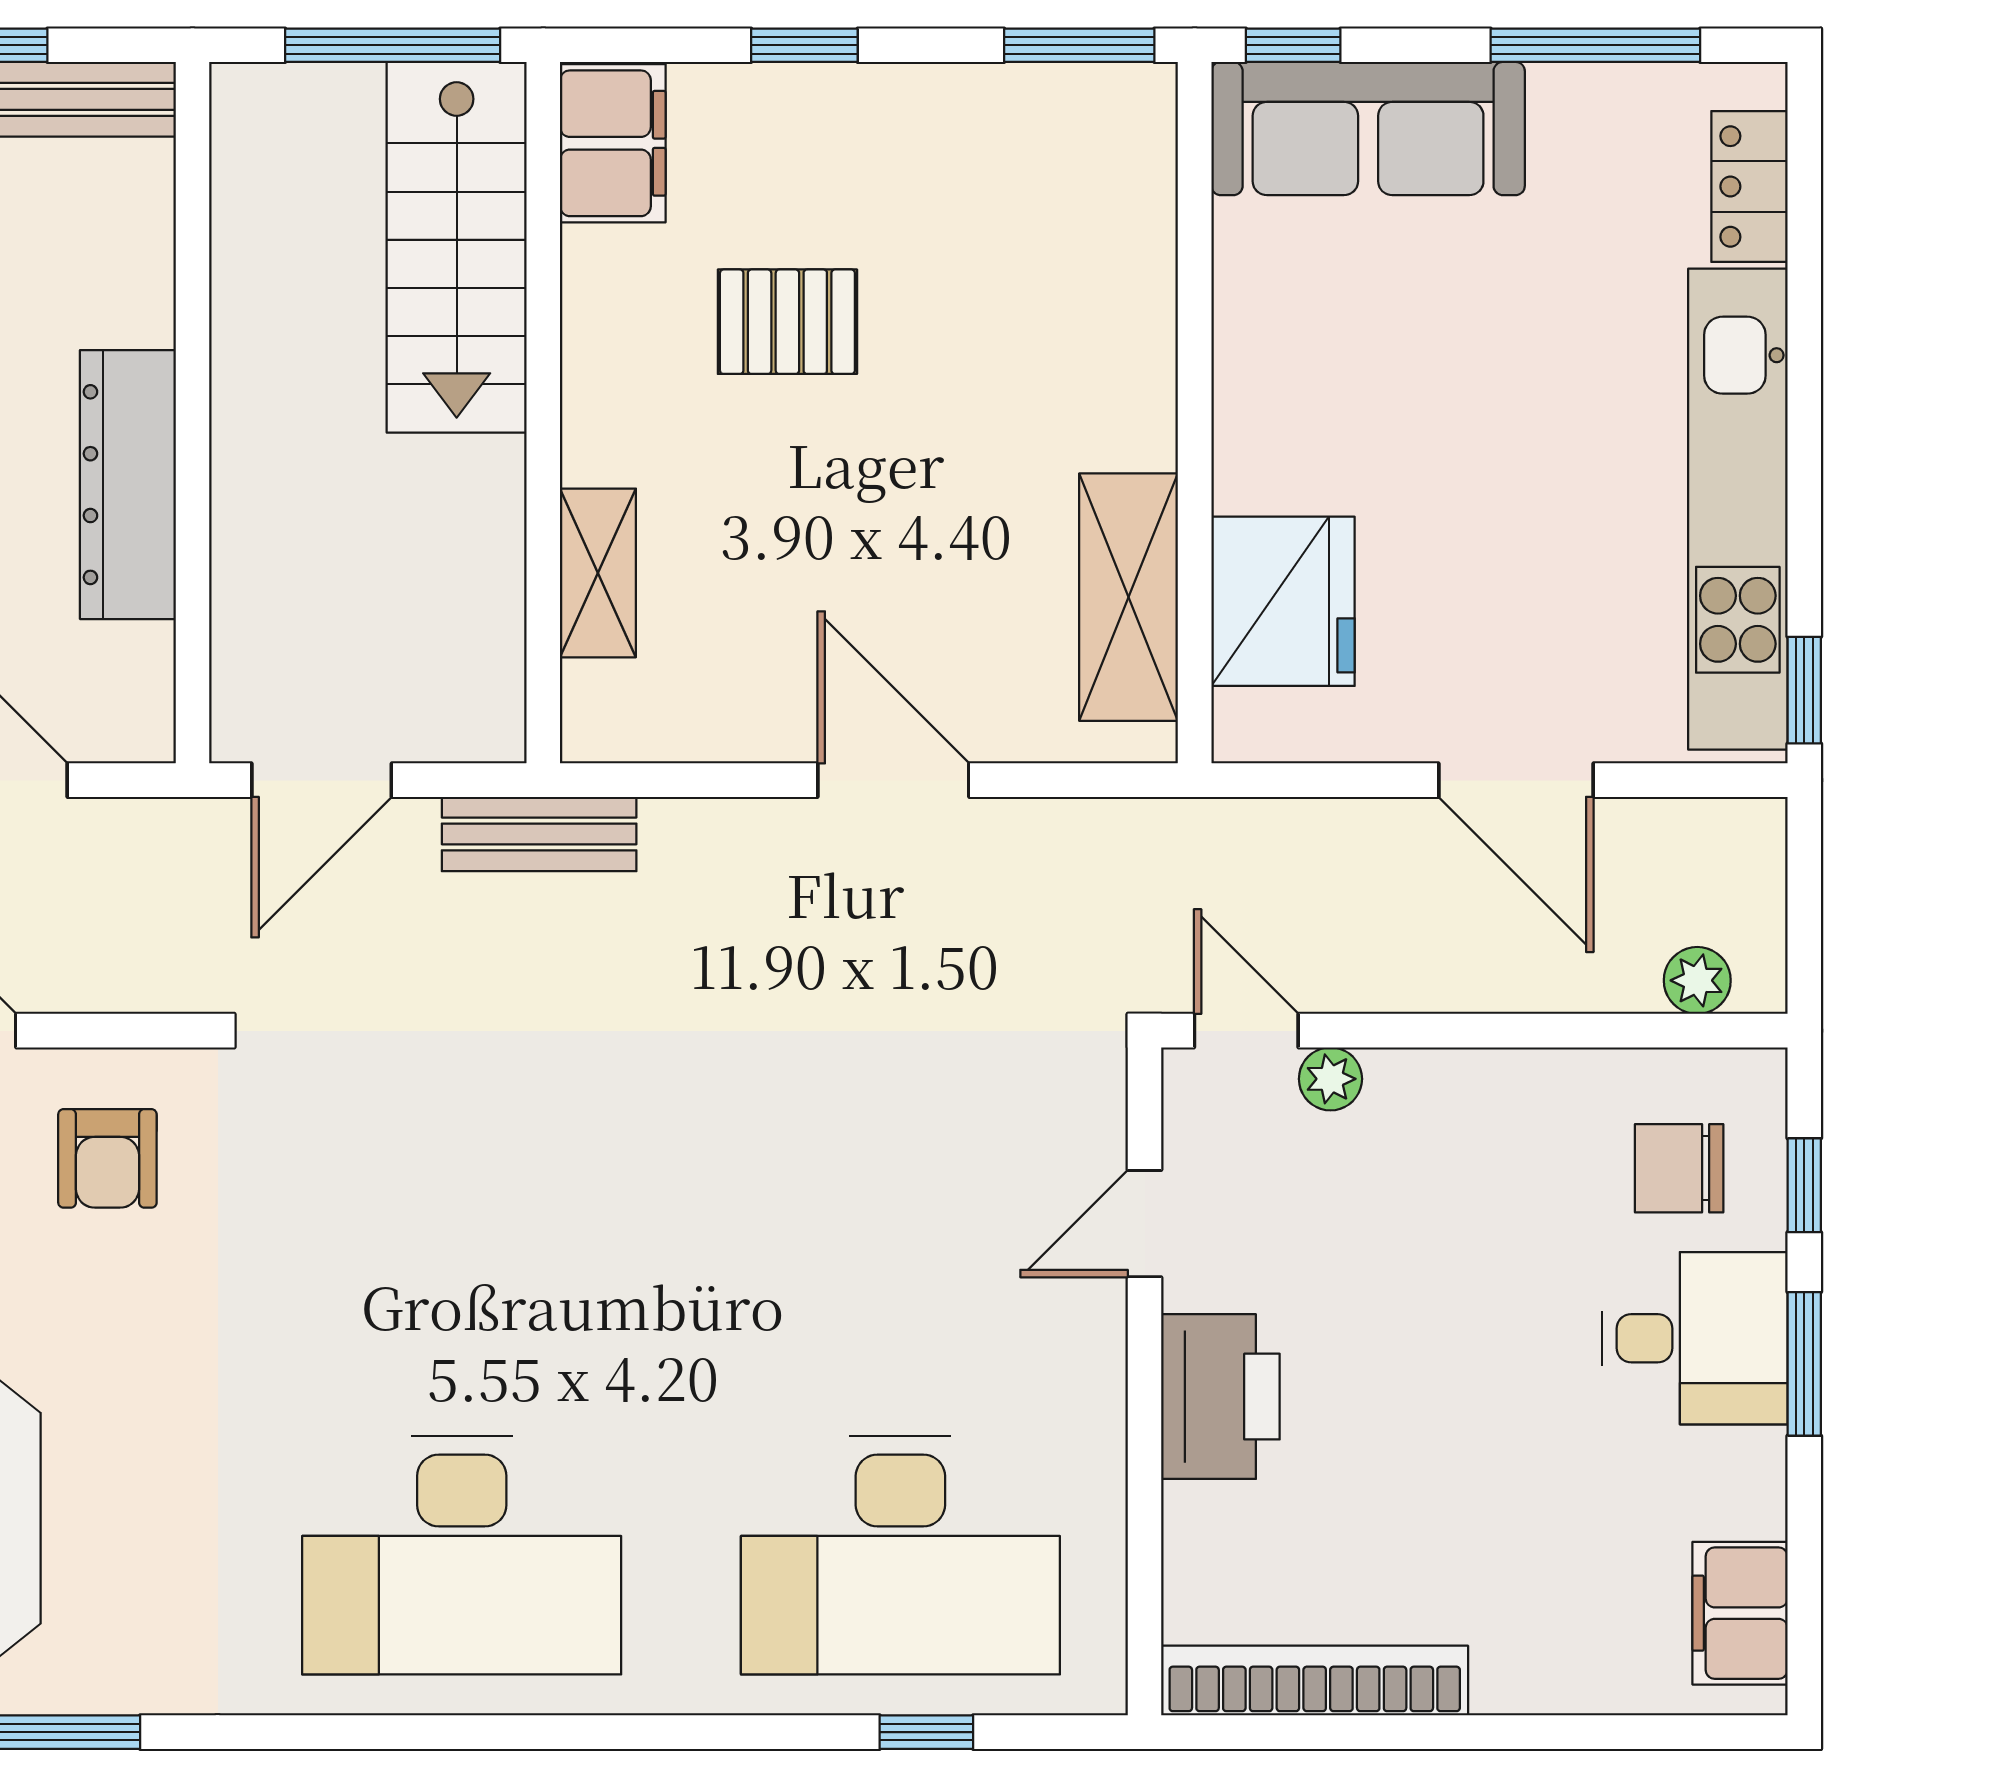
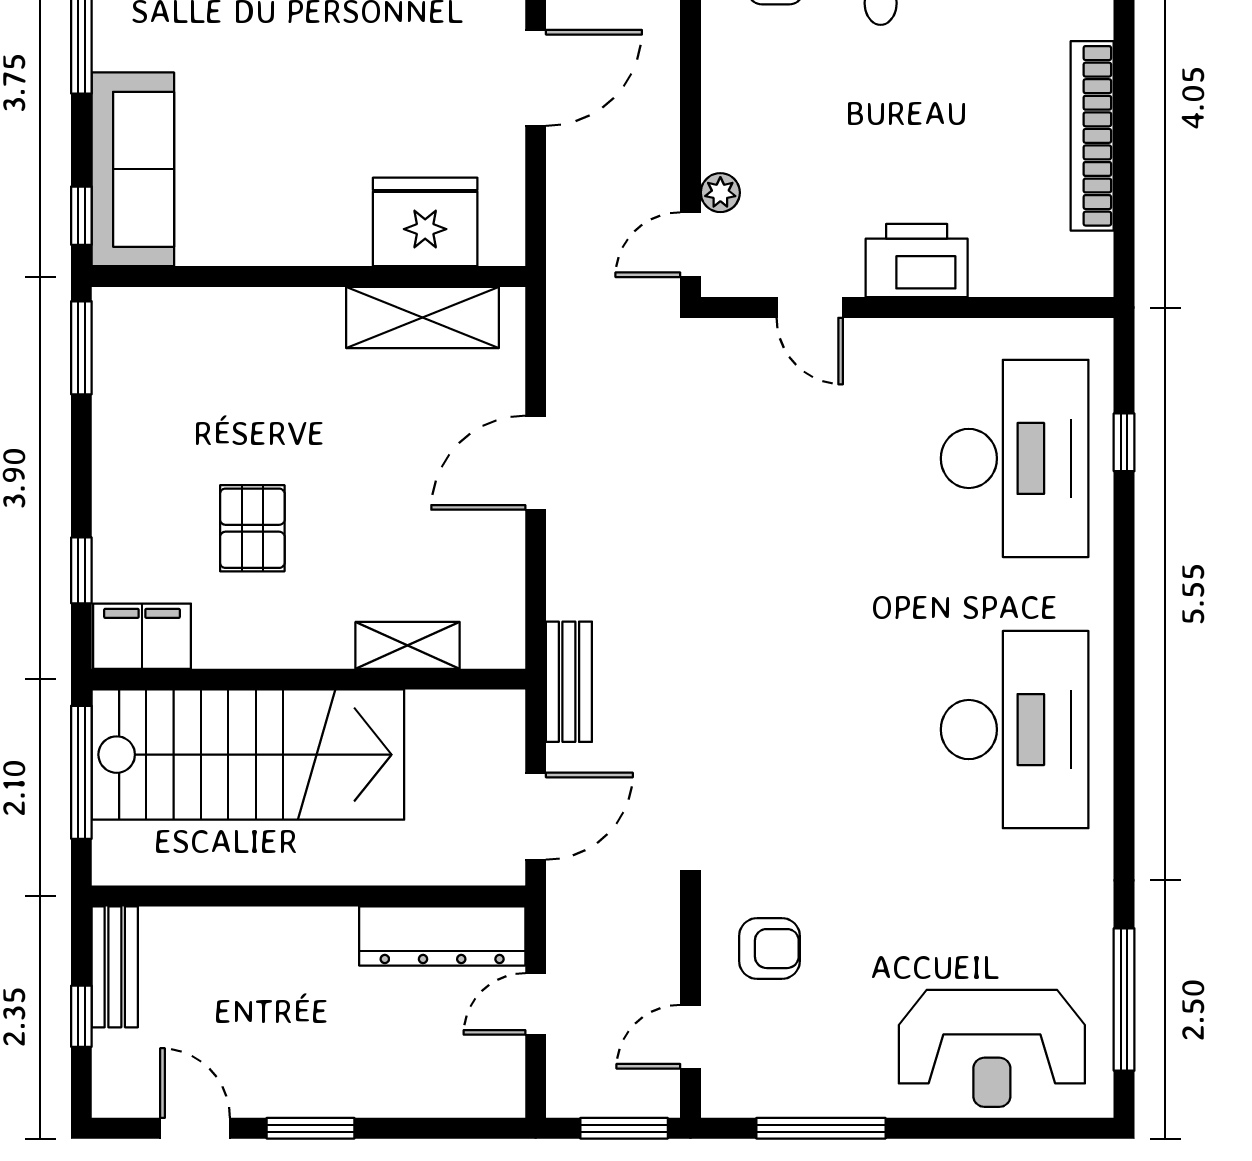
window: (804, 45) -> (81, 570), moved
stairs: (457, 247) -> (248, 755), width x1.36, depth x1.51
dresser: (128, 485) -> (442, 936), moved
door: (322, 780) -> (536, 816), hinge flipped
bookcase: (1315, 1681) -> (1092, 136), moved

